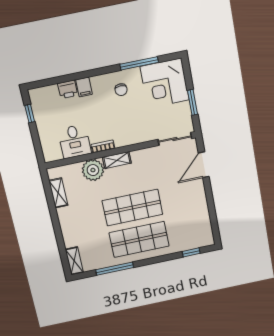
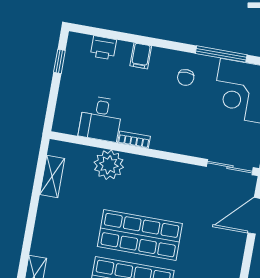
printer: (68, 89) -> (103, 48), moved
shelving: (117, 160) -> (145, 164), removed

